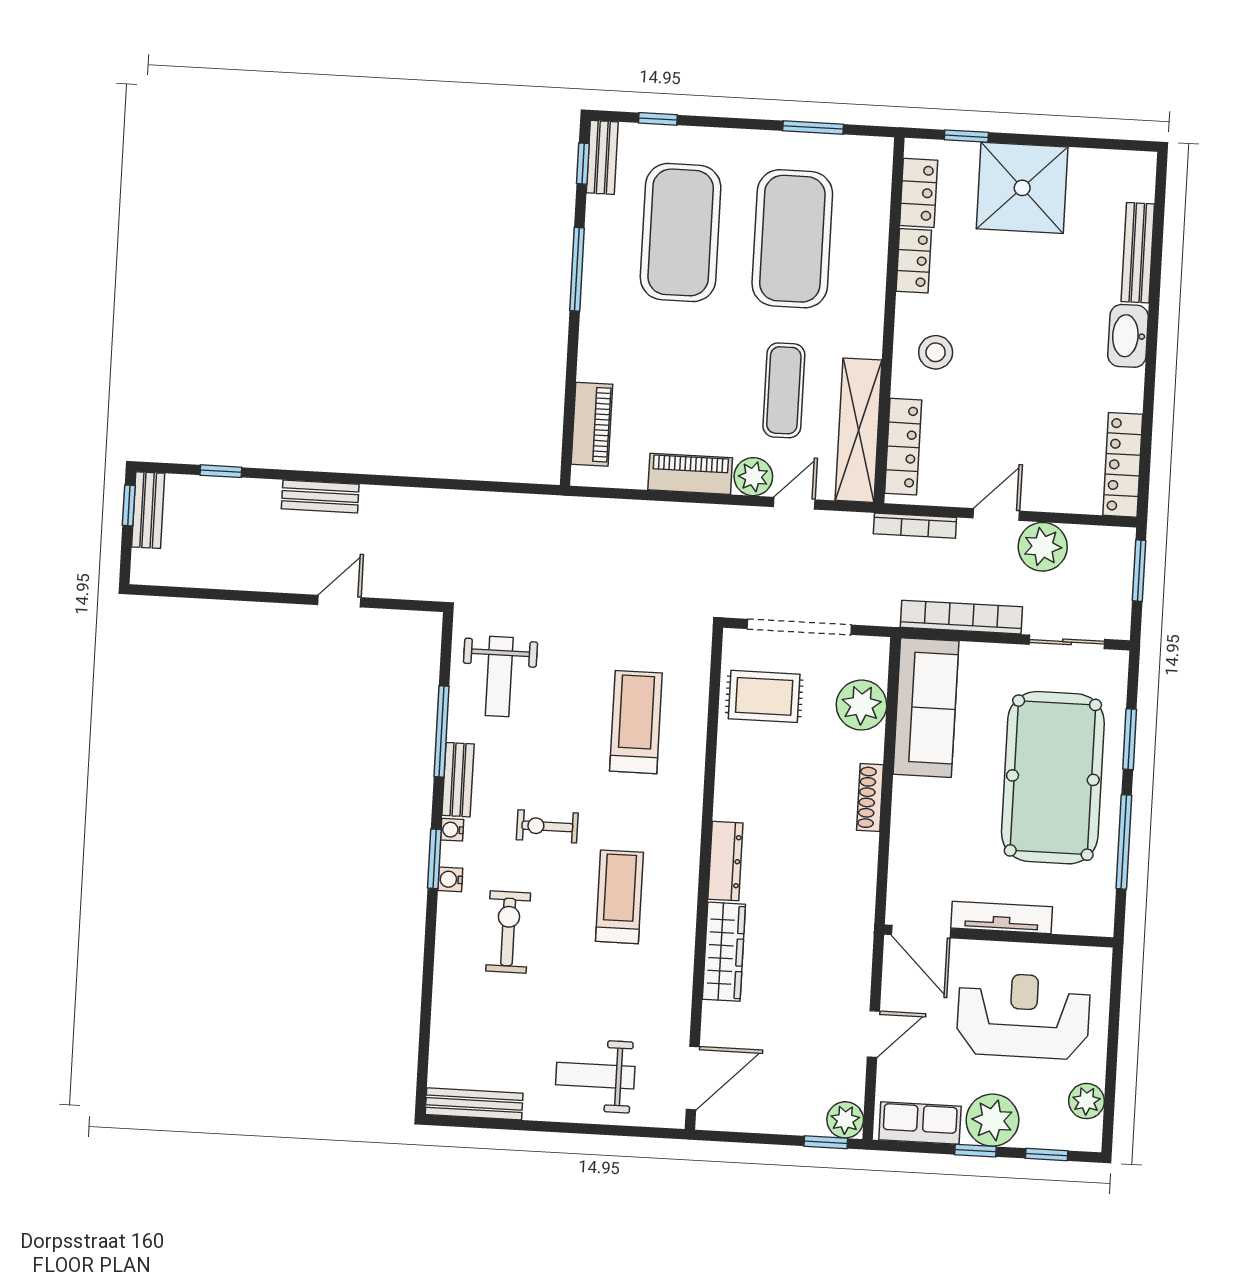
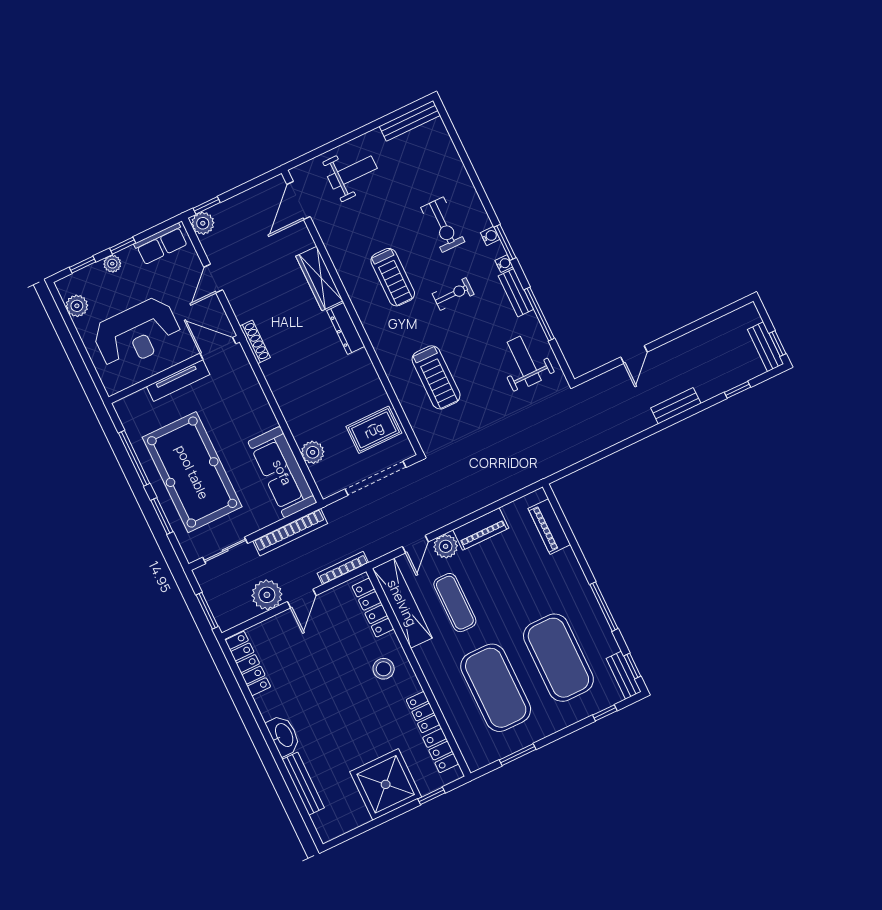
plant: (861, 705) -> (313, 452), width x0.73, depth x0.73
shoe rack: (870, 797) -> (255, 342), moved
plant: (992, 1120) -> (112, 264), width x0.53, depth x0.53

